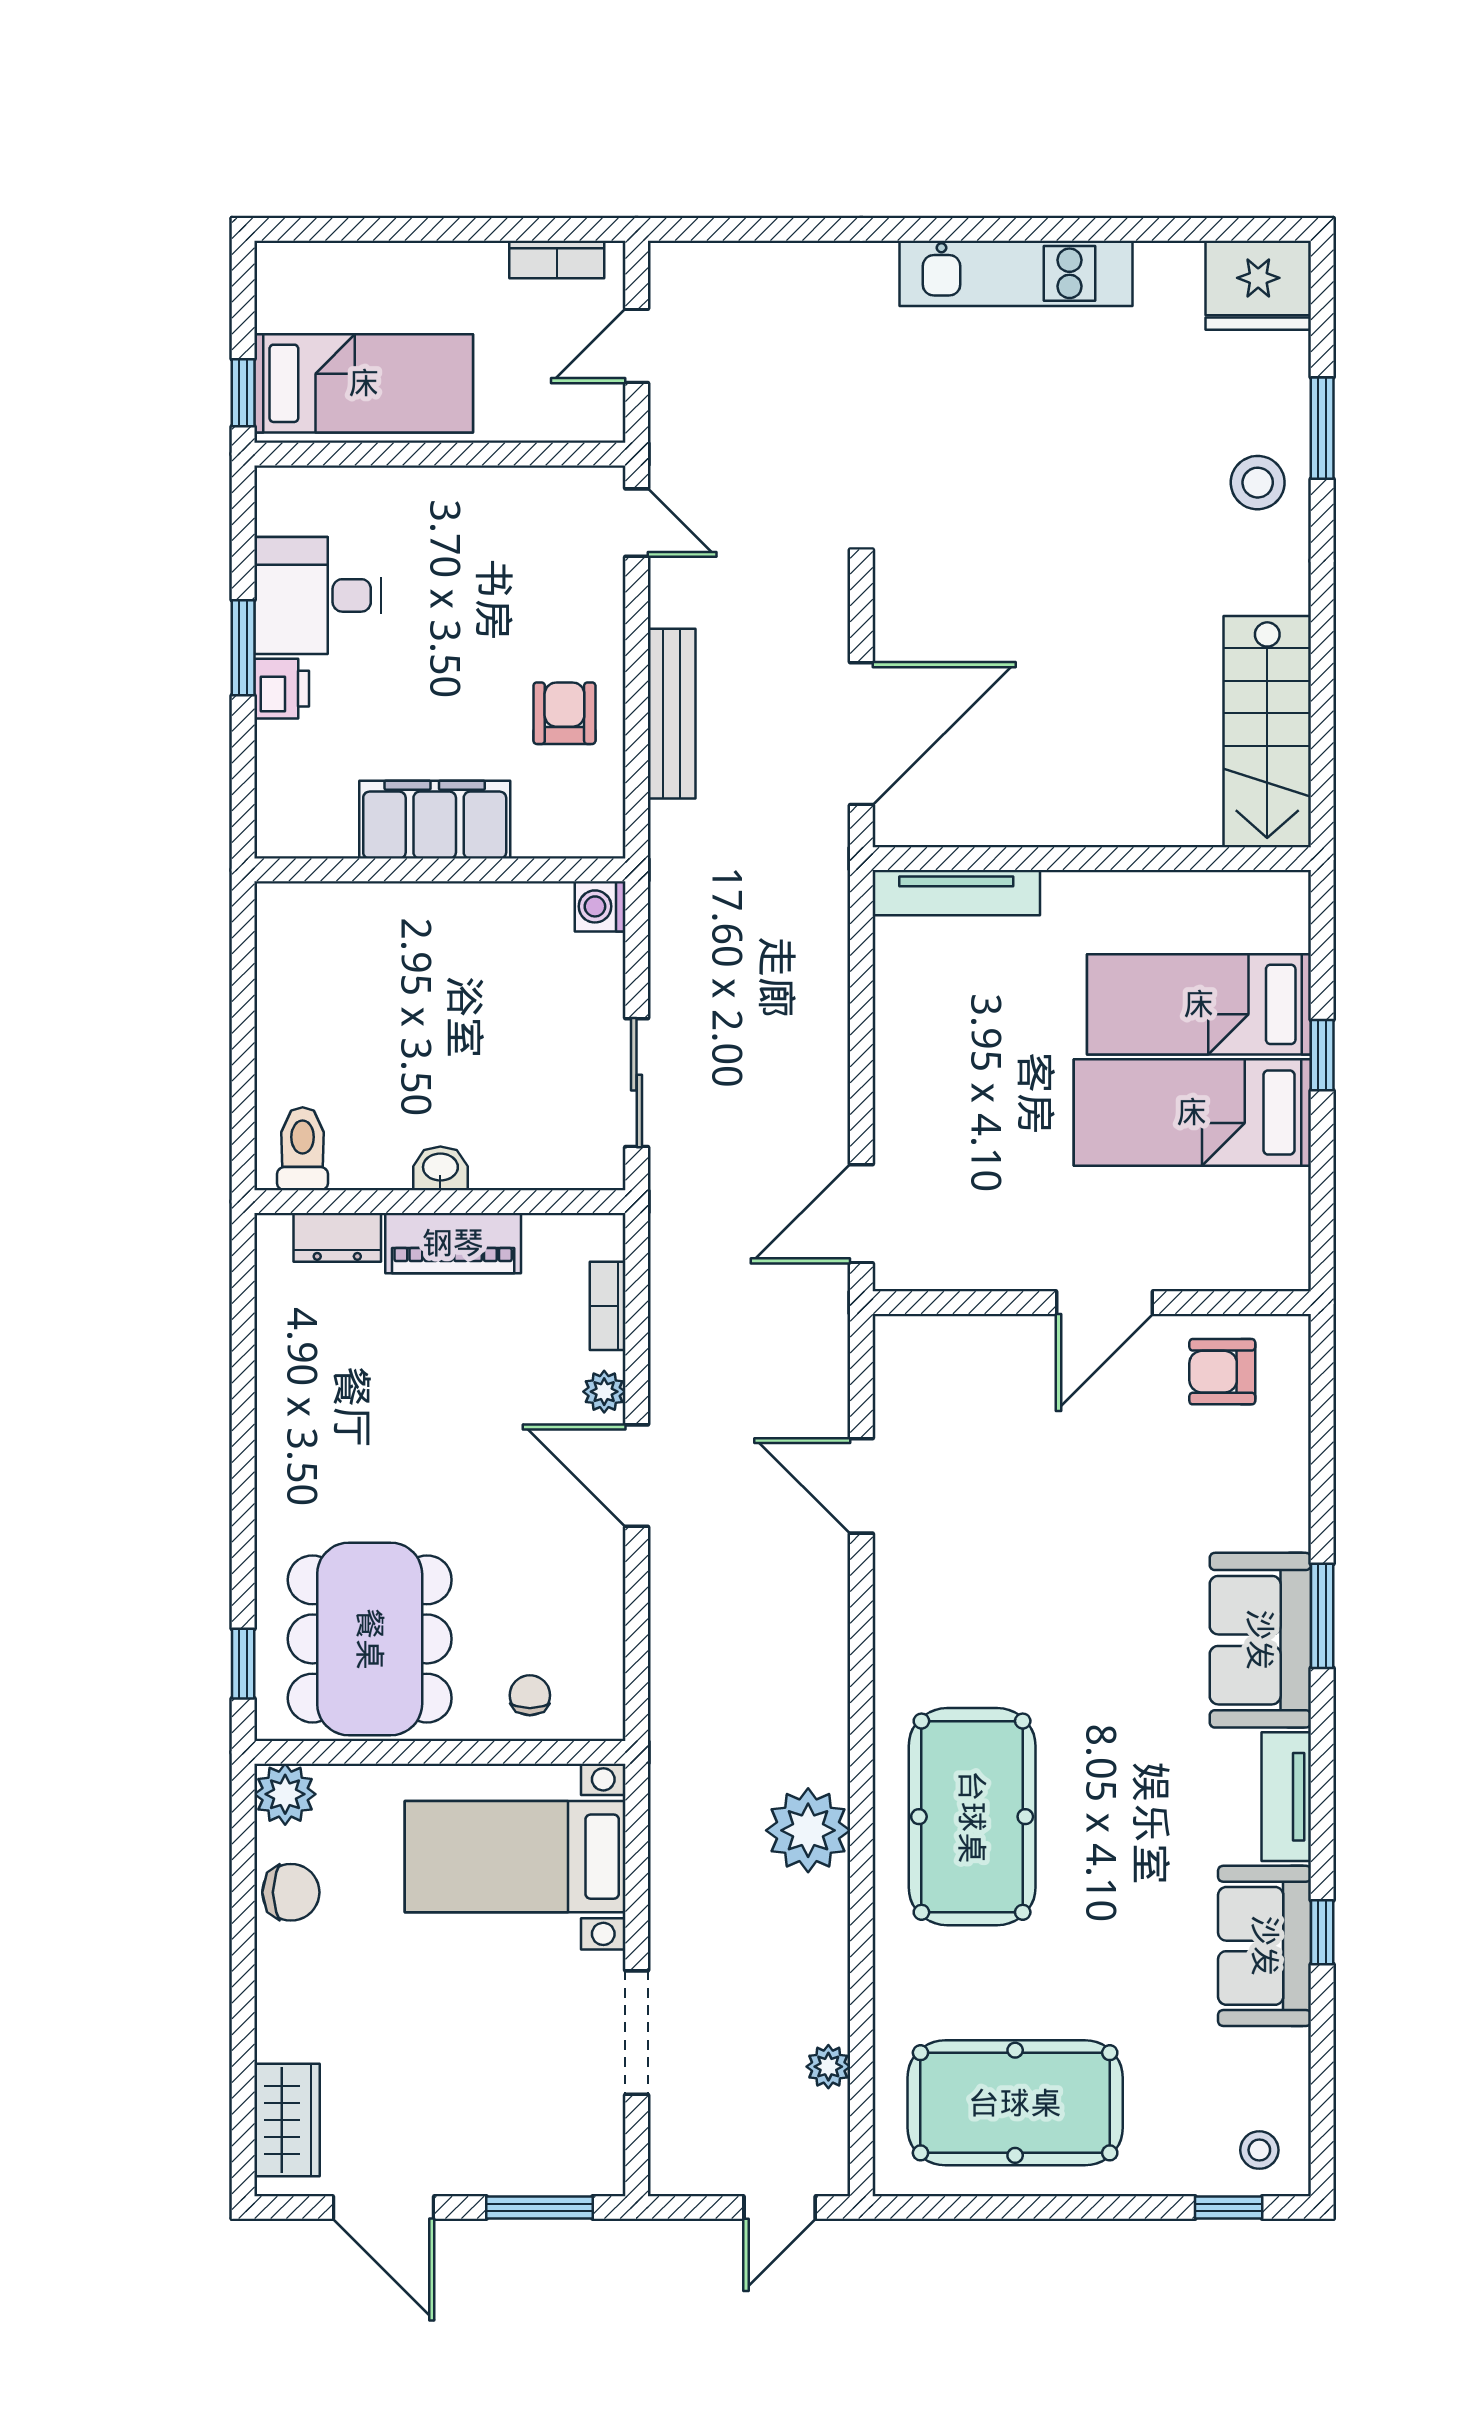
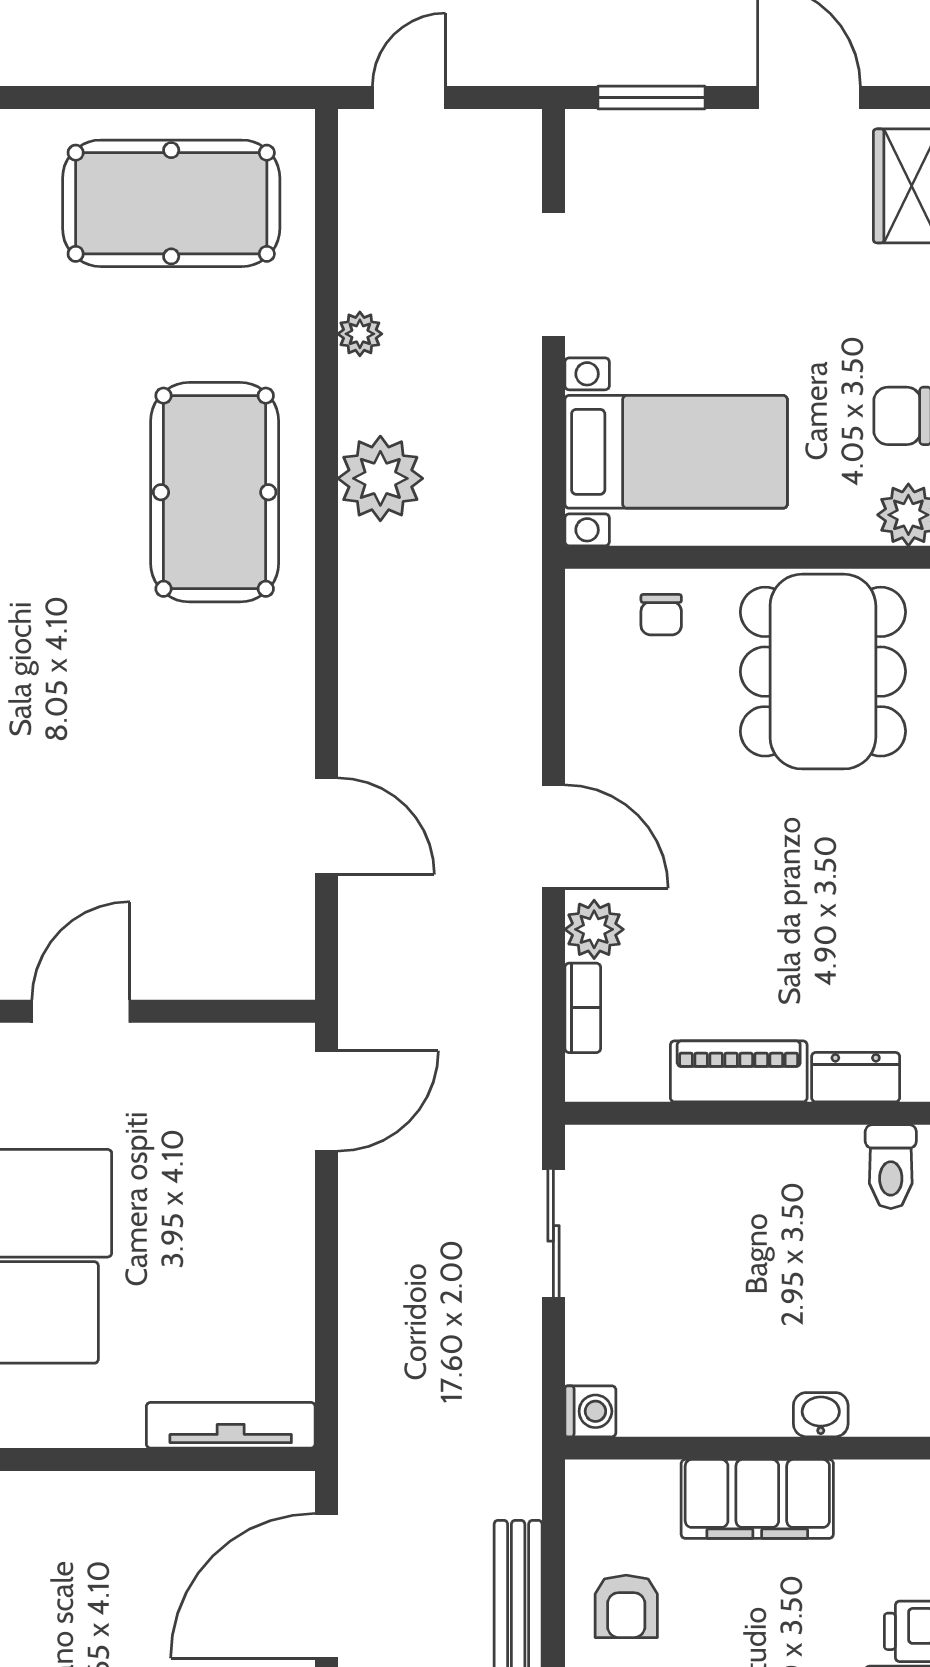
washbasin: (440, 1168) -> (821, 1415), moved, turned 180
plant: (604, 1392) -> (594, 929), width x1.38, depth x1.38
plant: (828, 2067) -> (360, 334), moved

